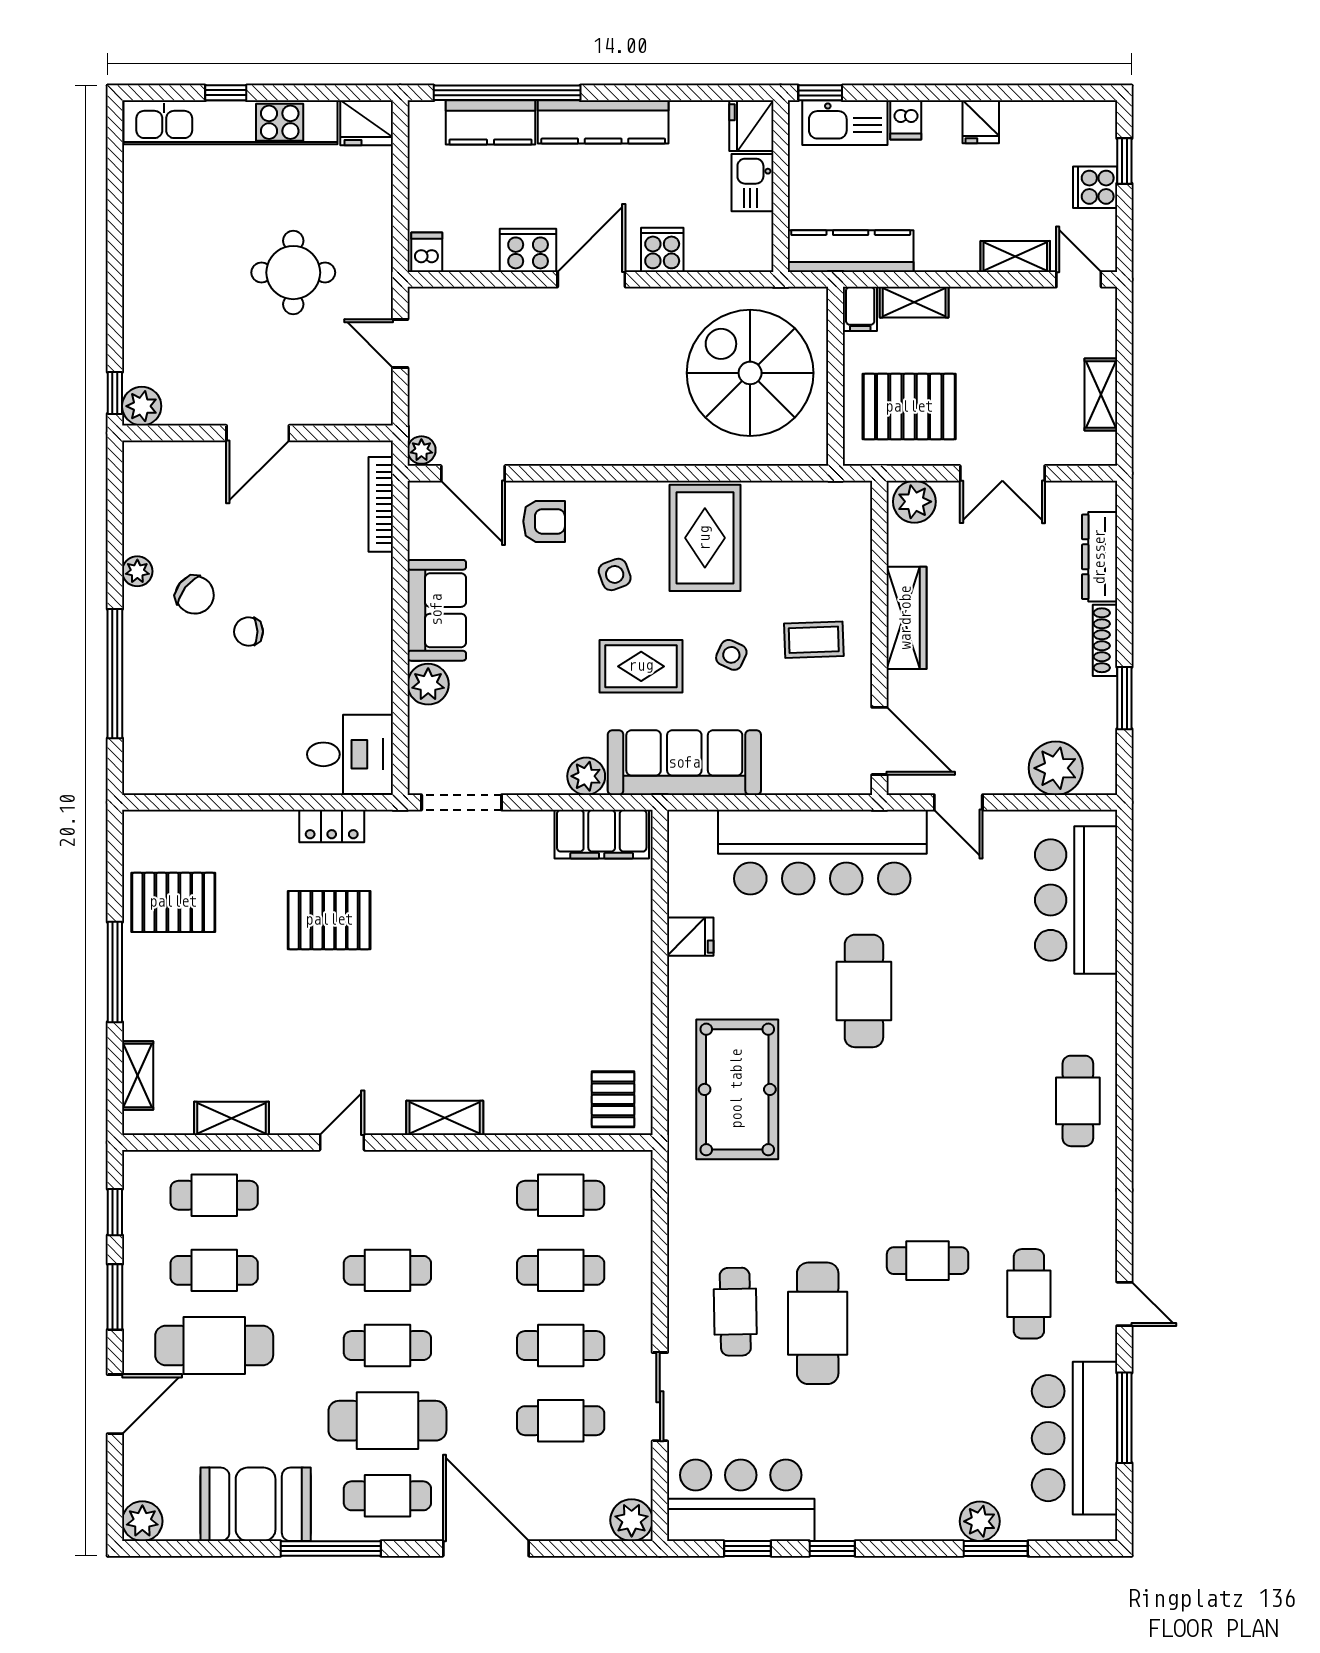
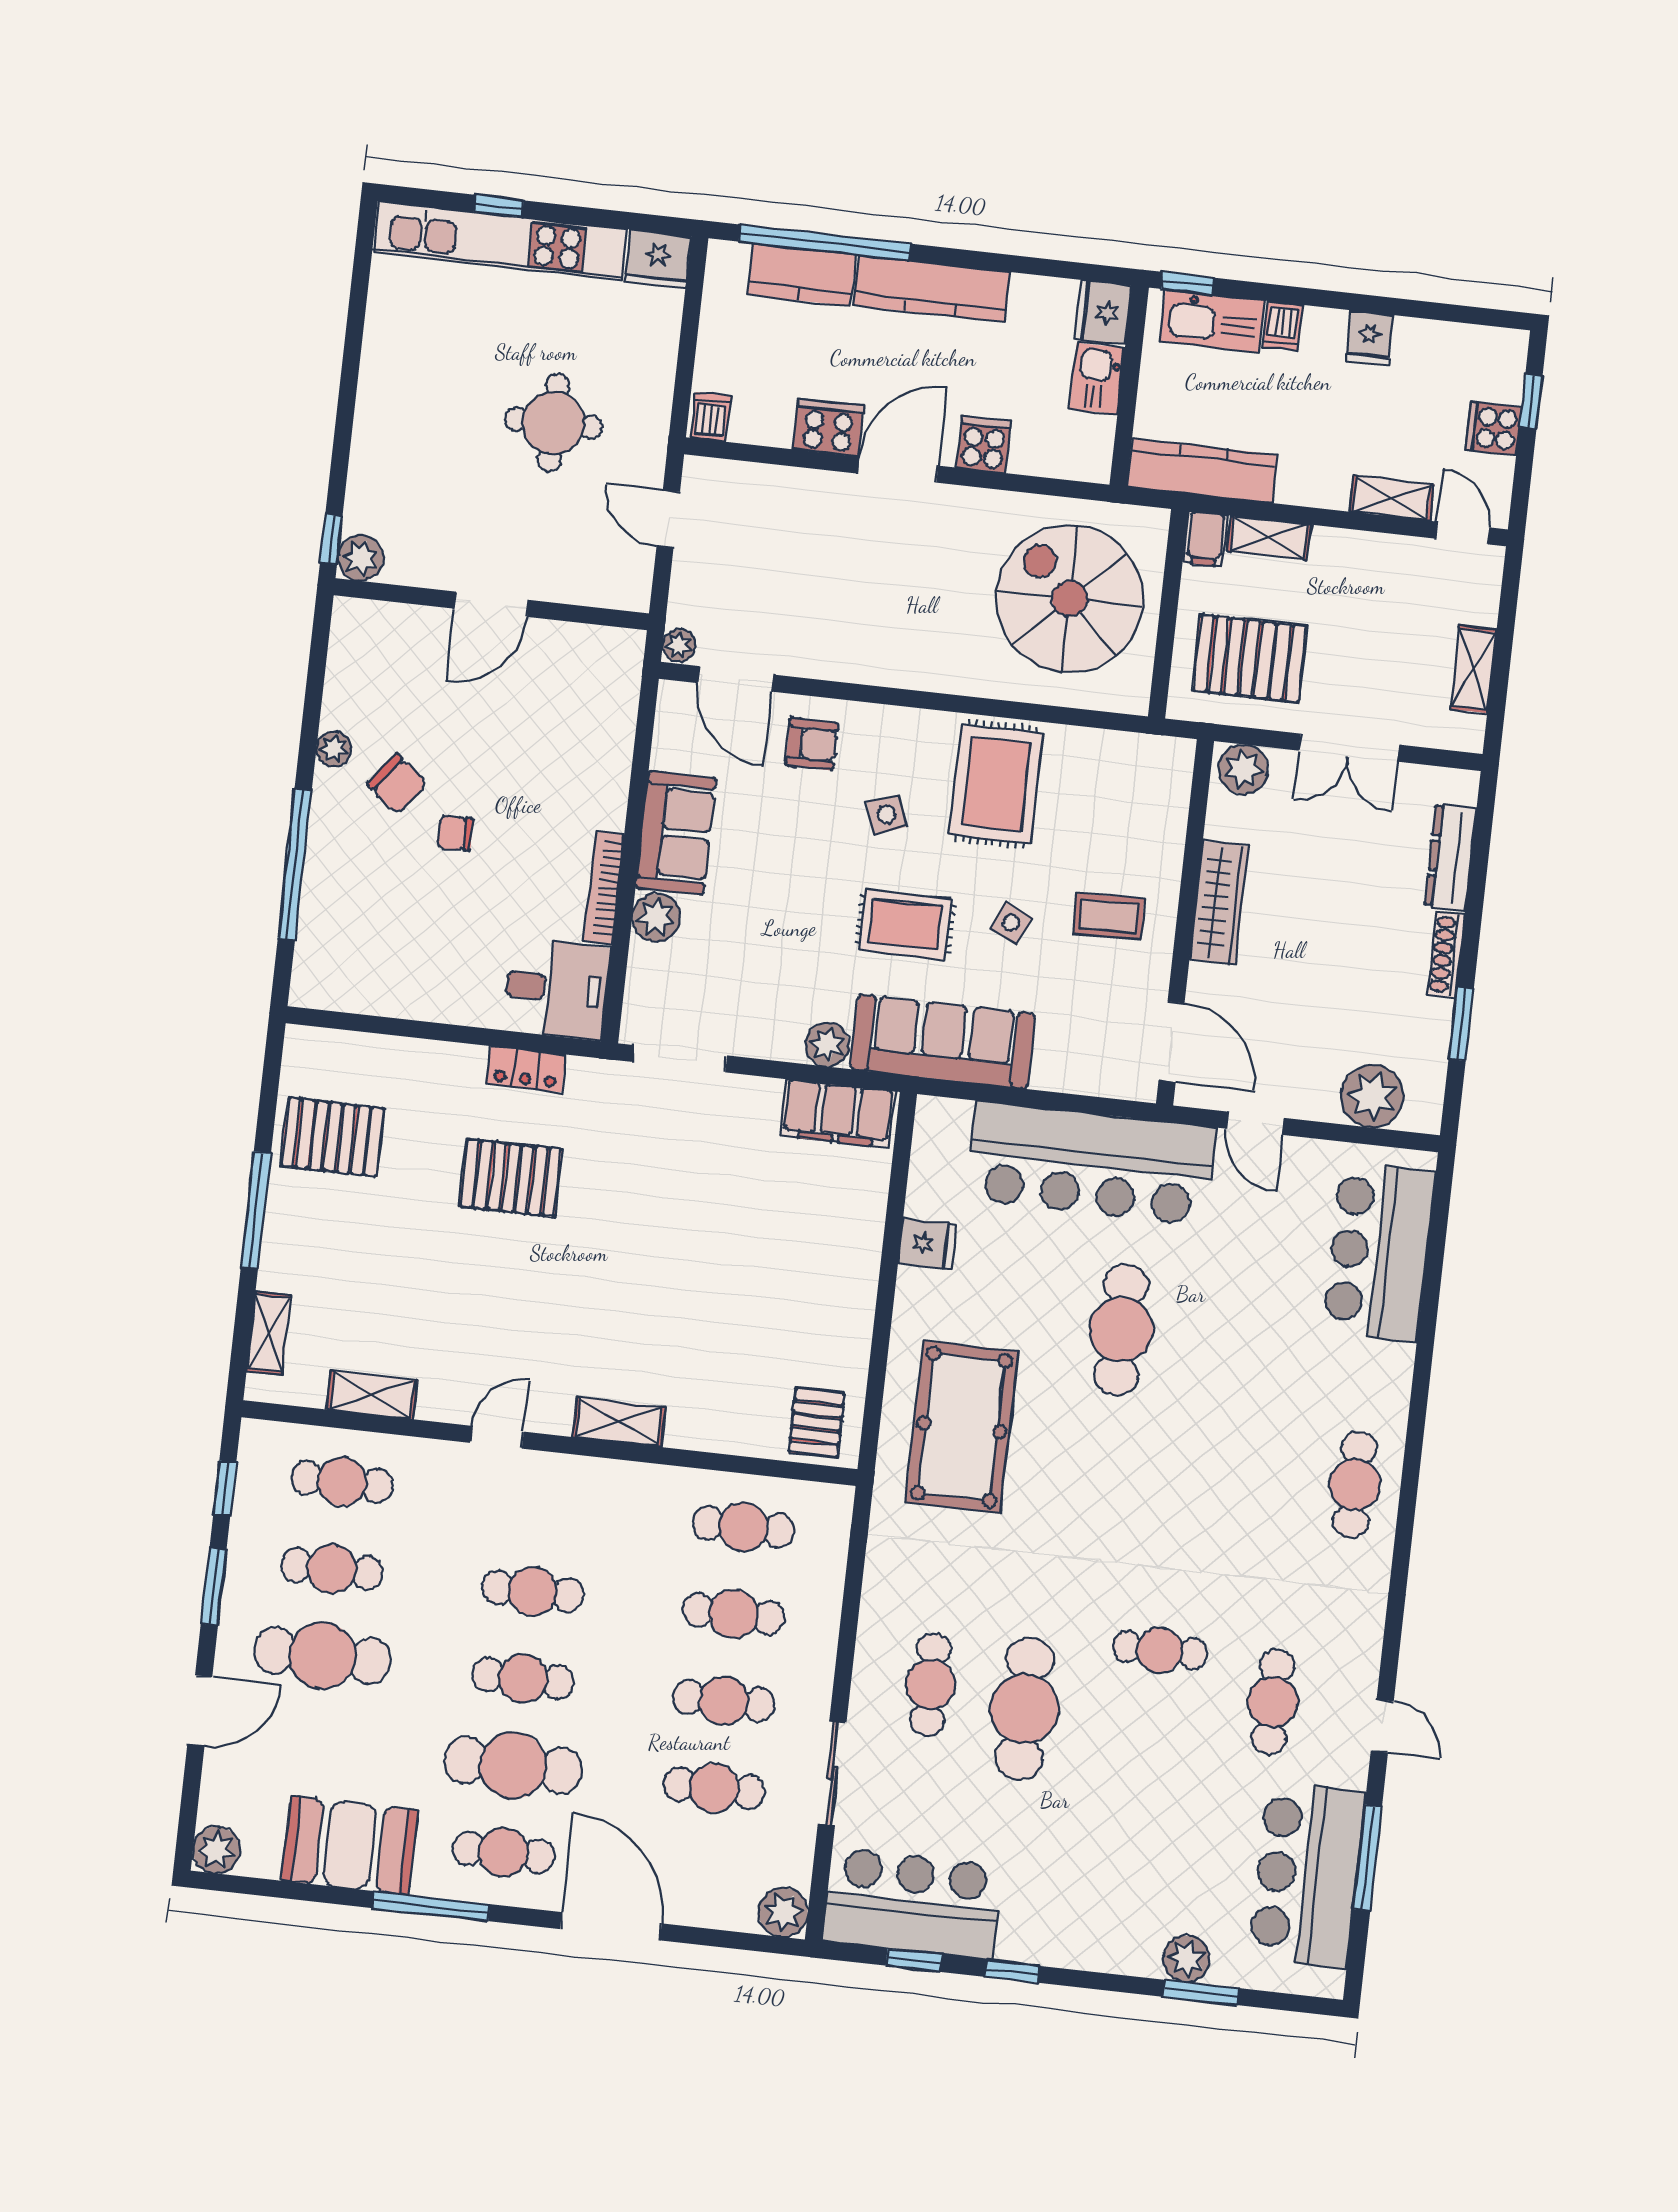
bookcase: (381, 504) -> (604, 888), moved

